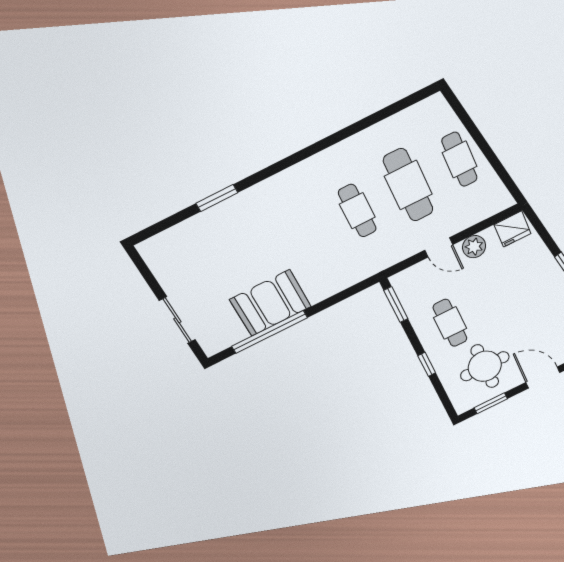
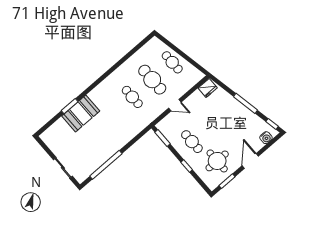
plant: (474, 247) -> (192, 101), removed
booth: (271, 303) -> (81, 114), moved
door: (543, 378) -> (250, 161), hinge flipped

